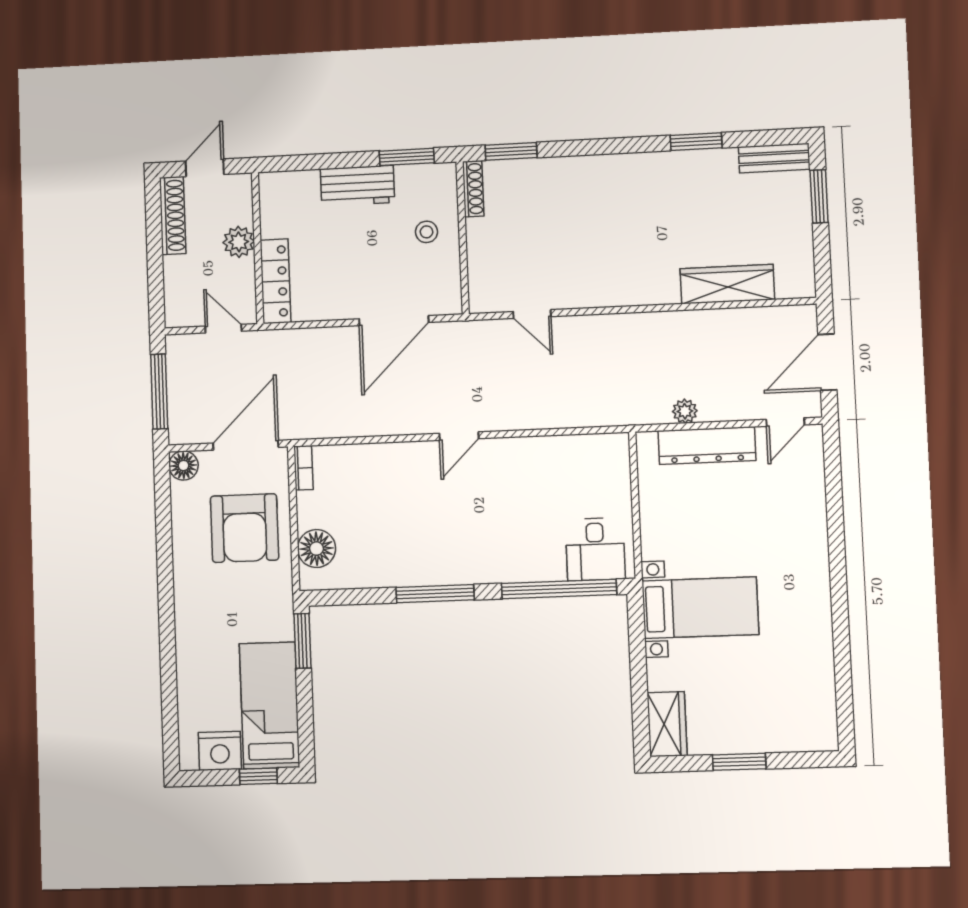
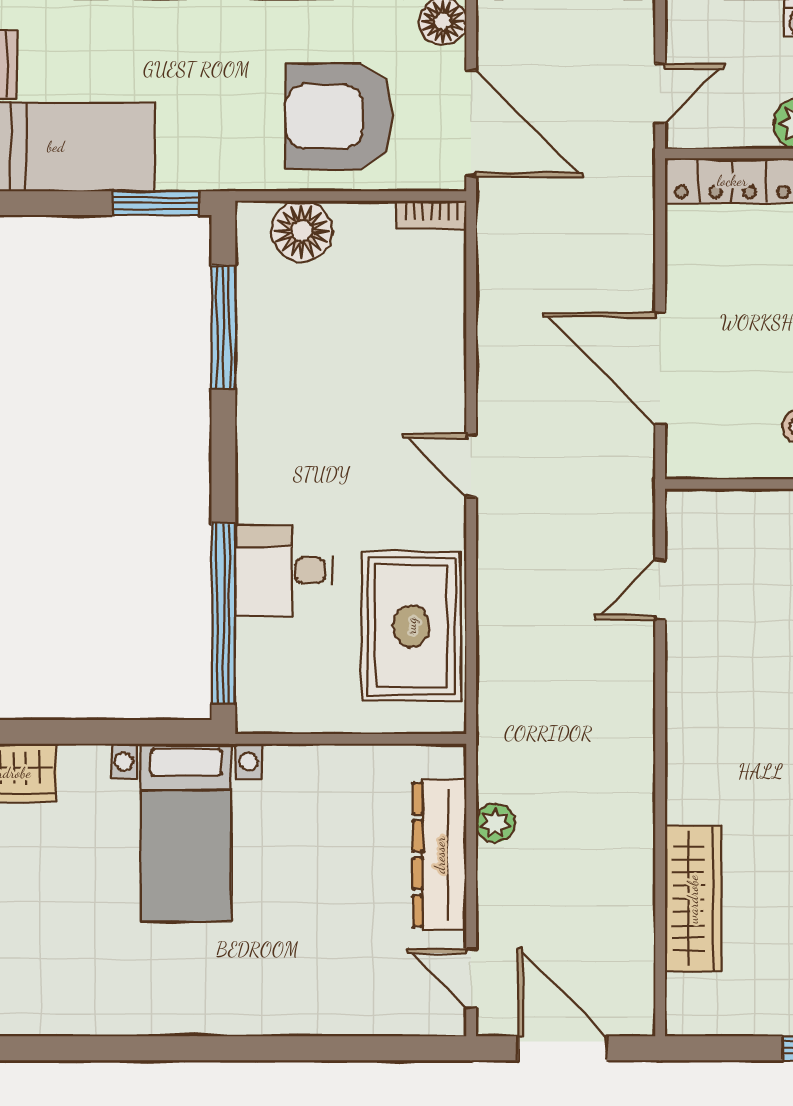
rug: (562, 470) -> (411, 626), added
desk: (595, 549) -> (284, 570), moved
window: (435, 594) -> (223, 327), moved

